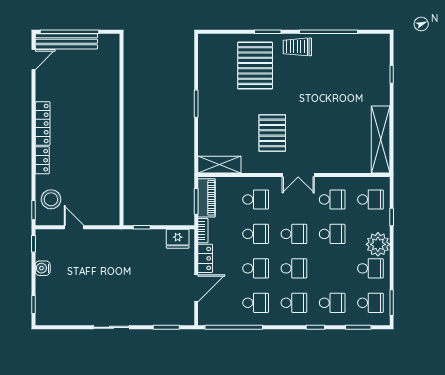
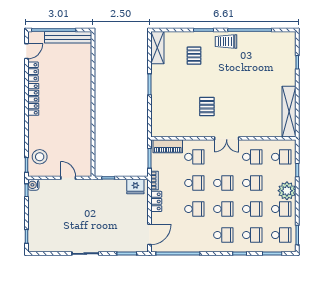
bench: (66, 41) -> (68, 37), moved
pallet: (255, 66) -> (194, 56), width x0.49, depth x0.50
pallet: (272, 133) -> (207, 107), width x0.67, depth x0.71
locker: (42, 160) -> (33, 72), moved
shelving: (219, 165) -> (157, 48), moved, turned 90
piano: (207, 198) -> (168, 146), moved, turned 90
door: (74, 227) -> (68, 178), moved
water cooler: (43, 268) -> (33, 185), moved
door: (196, 288) -> (149, 234), moved
school desk: (256, 303) -> (252, 209), moved

